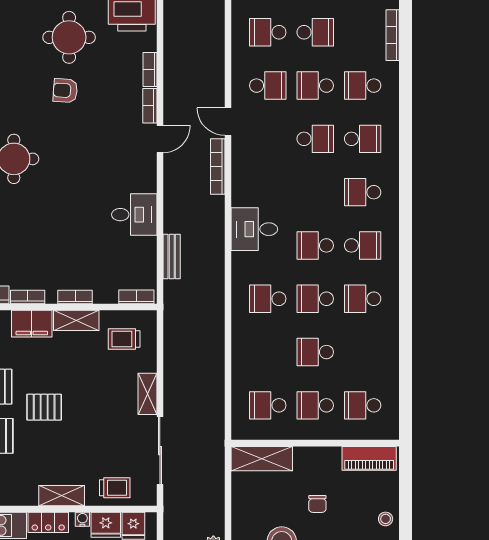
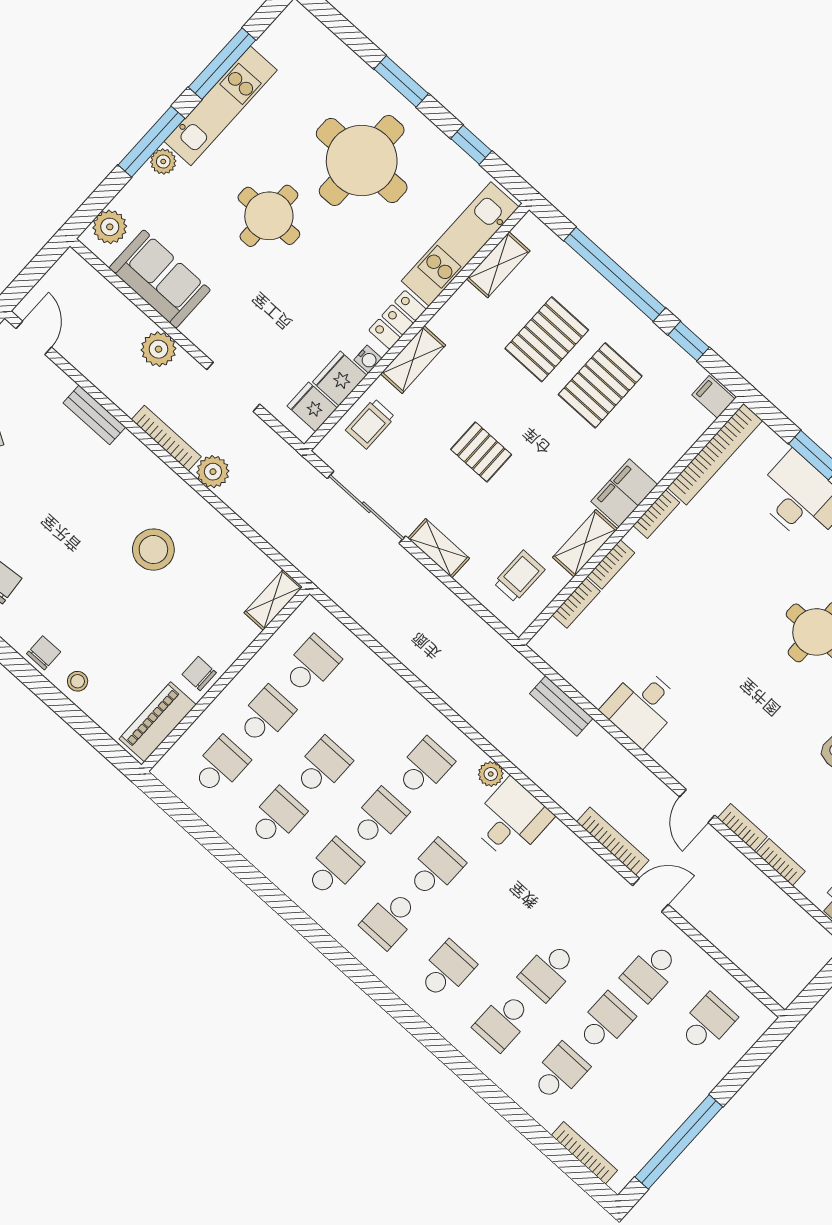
school desk: (315, 32) -> (277, 817), moved, turned 180
plant: (240, 261) -> (491, 774), added
bookcase: (136, 297) -> (576, 603), moved
pallet: (44, 407) -> (481, 452), moved, turned 90
shelving: (262, 459) -> (273, 600), width x0.67, depth x0.75
chair: (317, 504) -> (199, 674), moved

